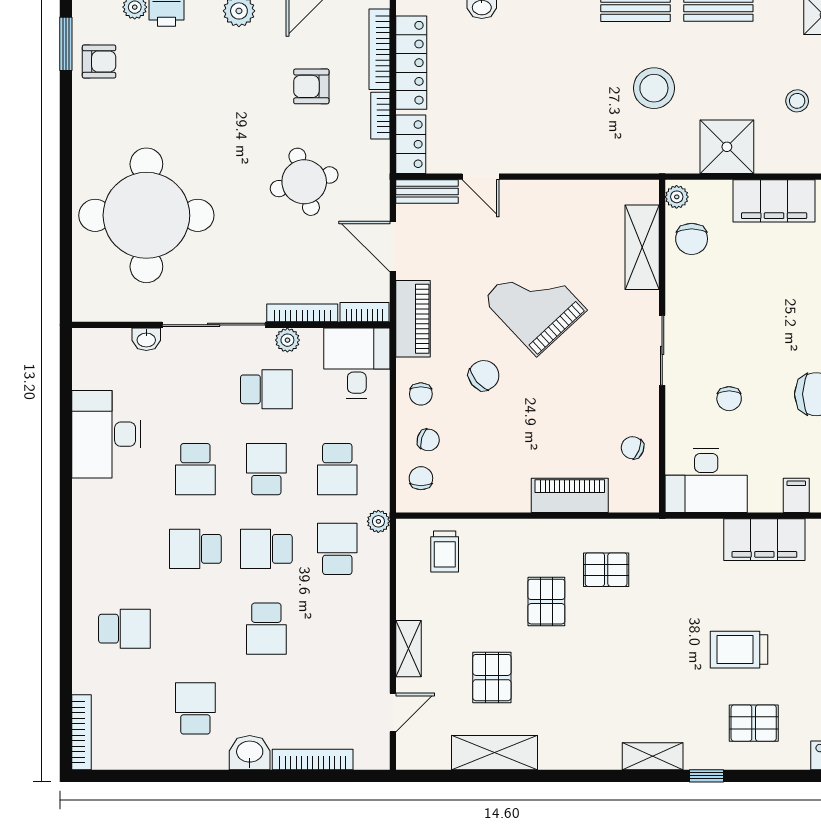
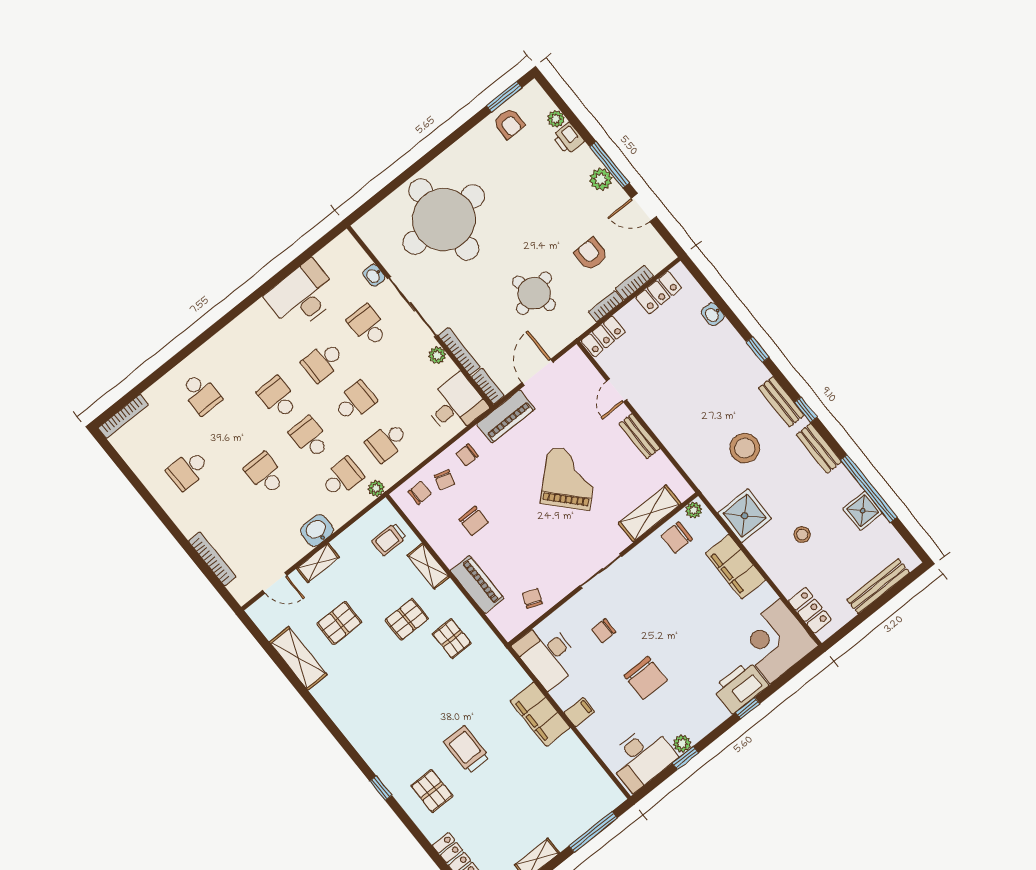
bookcase: (379, 49) -> (634, 282), width x0.64
locker: (411, 63) -> (659, 293), width x0.66
bench: (427, 192) -> (639, 436), moved
chair: (484, 375) -> (474, 521), moved, turned 40
school desk: (266, 389) -> (368, 326), moved, turned 180
school desk: (266, 629) -> (265, 474), turned 90
school desk: (195, 708) -> (188, 470), turned 180
washbasin: (250, 753) -> (317, 530), moved, turned -90
shelving: (653, 756) -> (428, 566), moved

